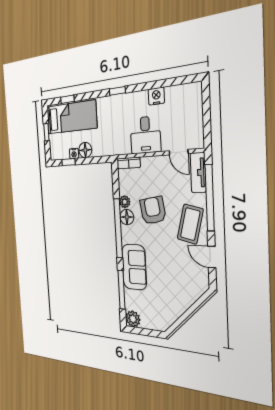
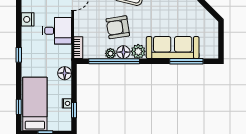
floor lamp: (85, 150) -> (65, 73), moved
window: (118, 228) -> (114, 61), moved
sofa: (134, 267) -> (173, 48), width x1.36
plant: (133, 319) -> (138, 51), moved

